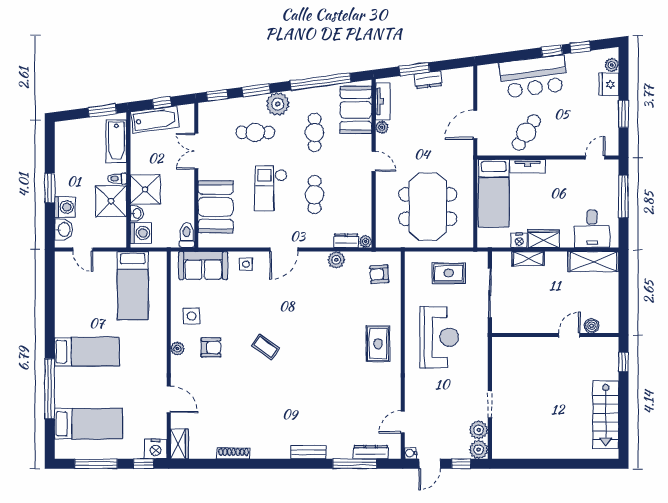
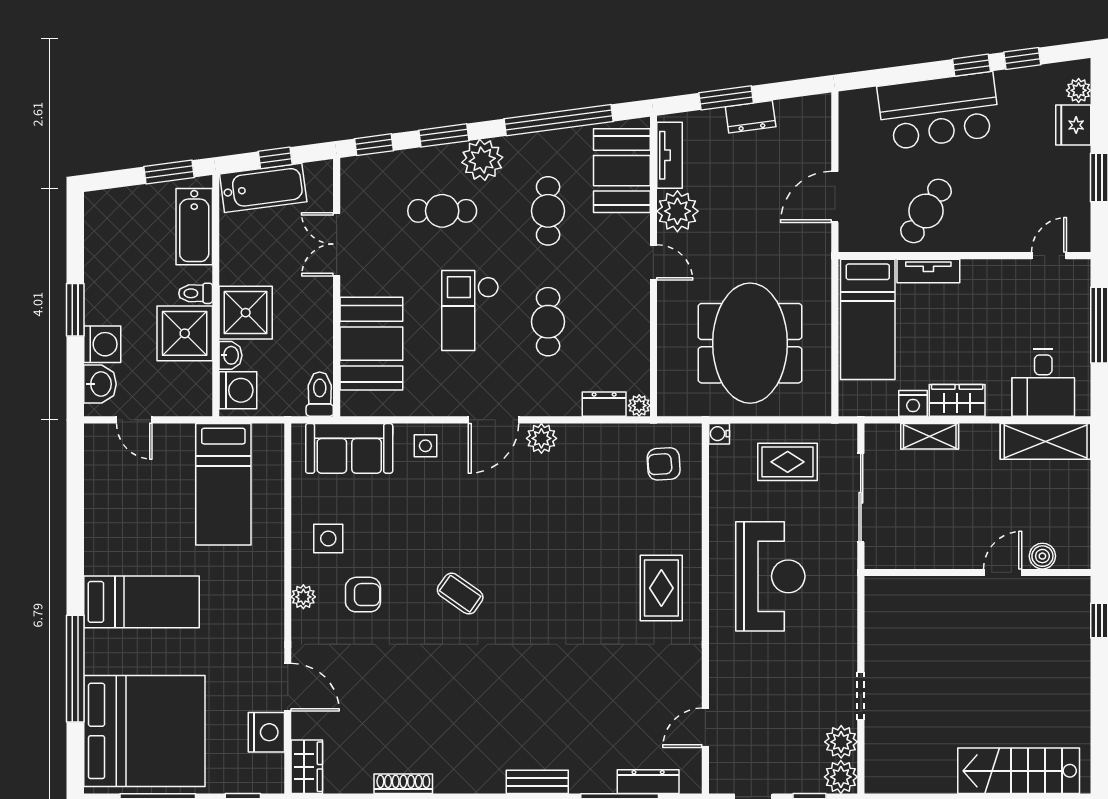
plant: (382, 127) -> (677, 211), width x1.87, depth x1.87
plant: (336, 260) -> (541, 438), moved
stairs: (606, 415) -> (1019, 771), moved, turned 90
bed: (88, 424) -> (144, 731), width x2.04
nightstand: (156, 449) -> (266, 732), moved, turned -90
water cooler: (410, 453) -> (719, 434), moved

